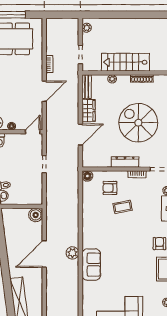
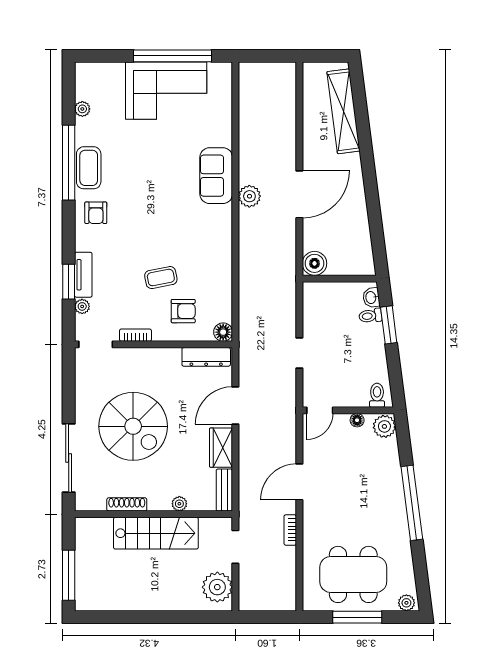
plant: (87, 28) -> (217, 587), width x1.87, depth x1.87
dresser: (125, 162) -> (206, 357), moved

